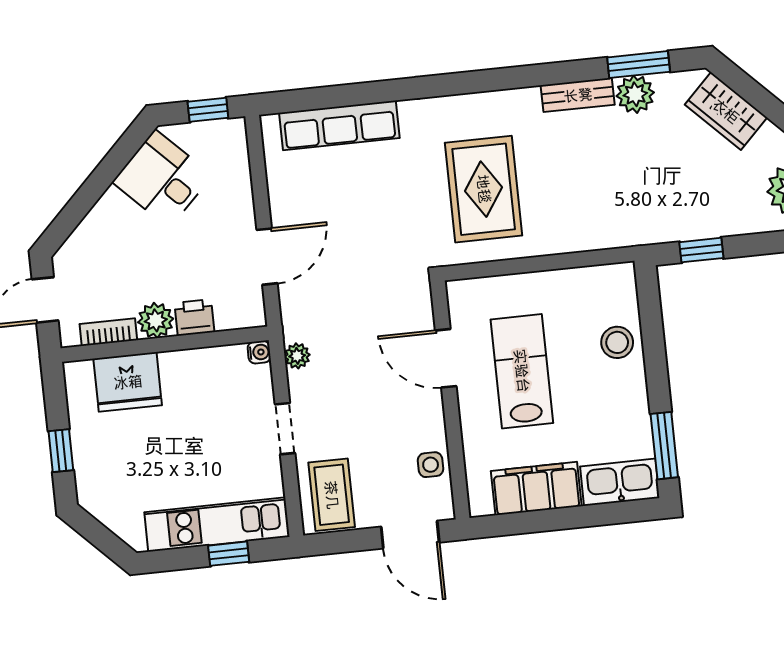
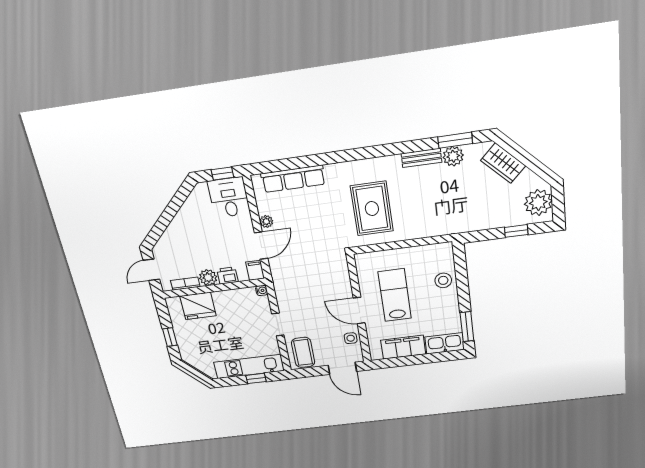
desk: (162, 179) -> (229, 197), moved, turned 45
window: (701, 250) -> (516, 231), moved
filing cabinet: (250, 308) -> (255, 270), added
plant: (297, 356) -> (266, 221), moved
door: (446, 358) -> (359, 311), moved

